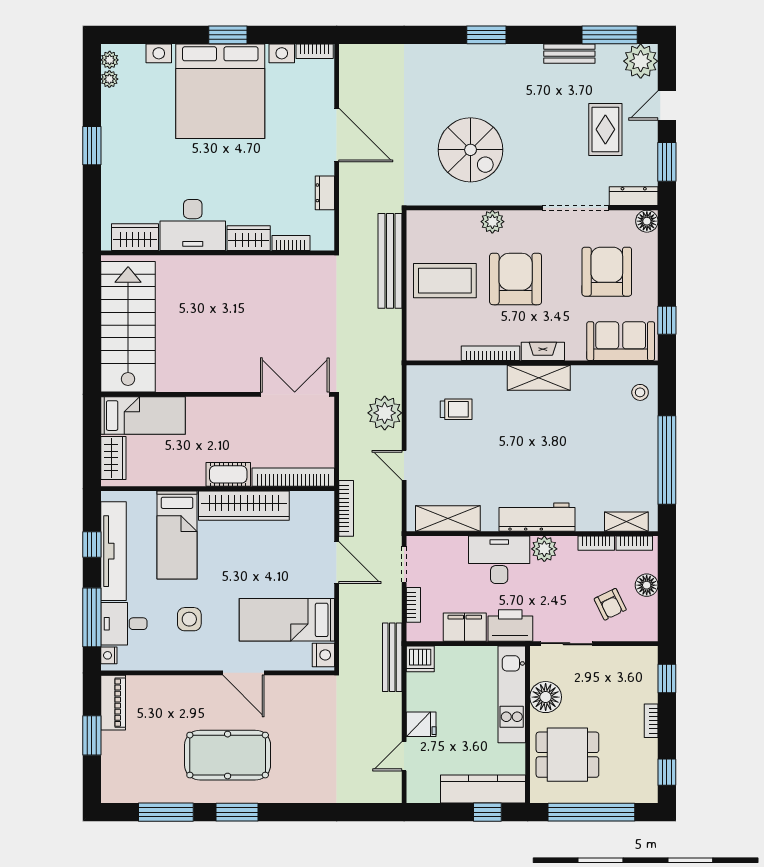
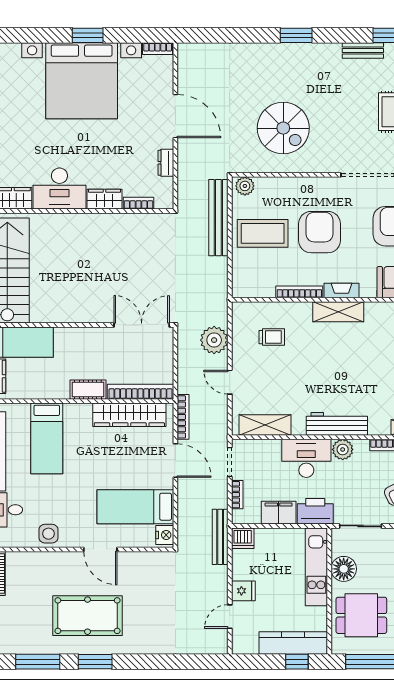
plant: (492, 222) -> (245, 186), moved
wardrobe: (244, 506) -> (129, 415), moved
side table: (189, 619) -> (48, 534), moved

